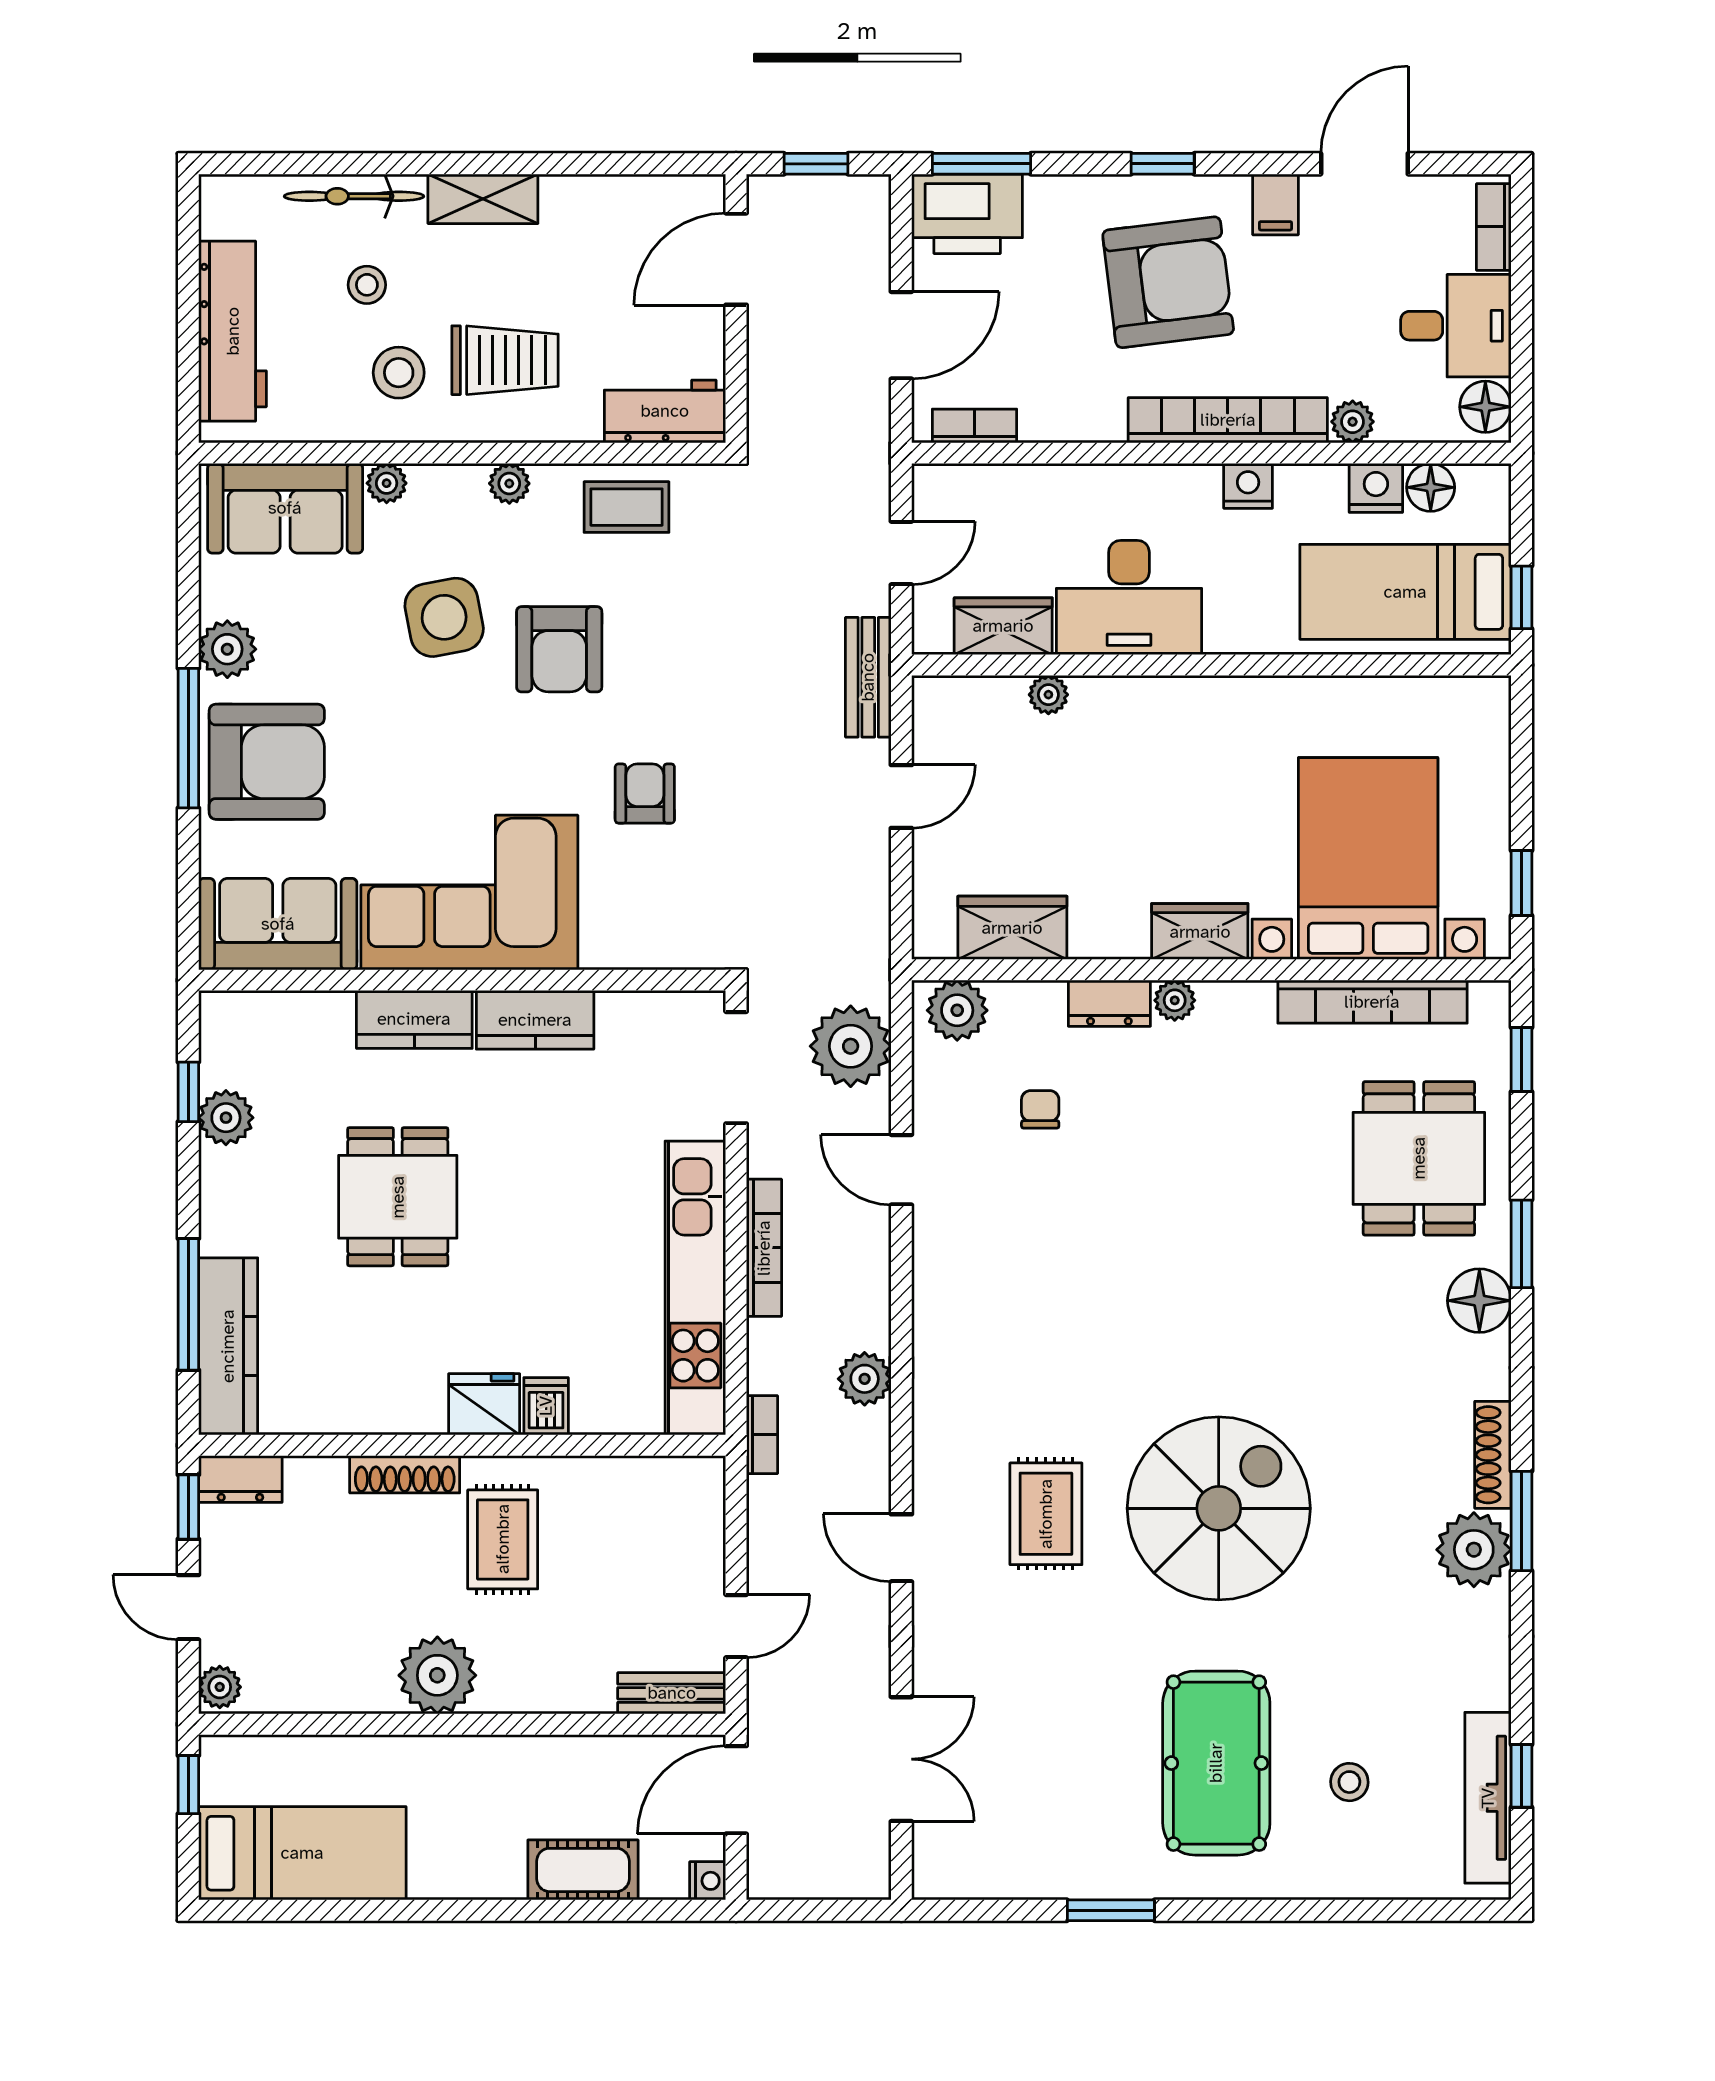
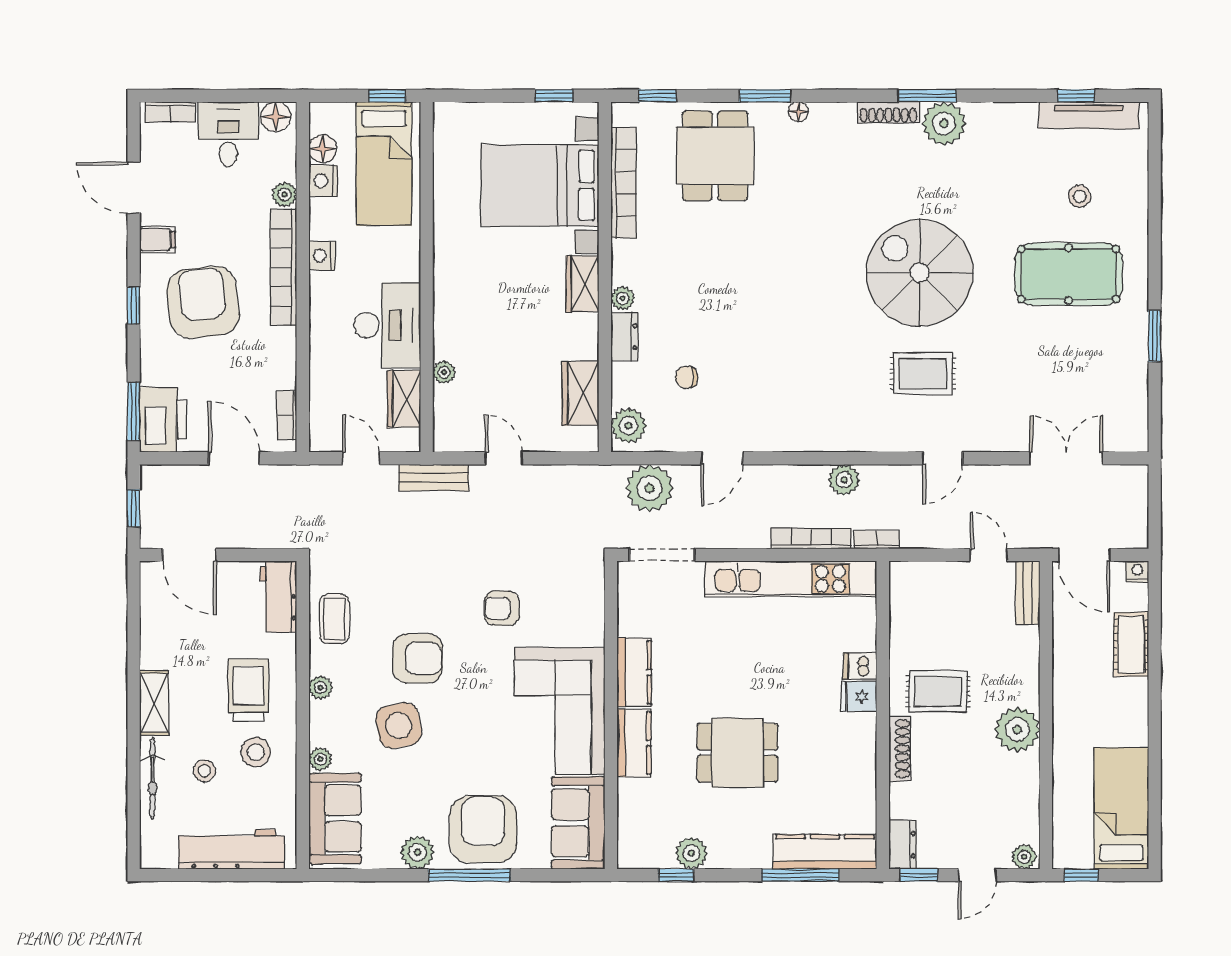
dining table: (1419, 1158) -> (715, 156), turned 90
bookcase: (764, 1248) -> (811, 539), moved
floor lamp: (1479, 1301) -> (798, 112), width x0.53, depth x0.53
fridge: (484, 1404) -> (859, 696), width x0.72

